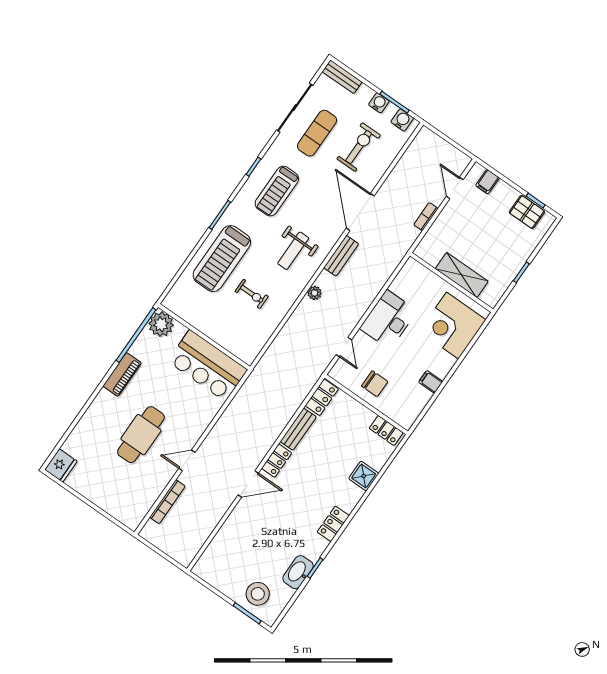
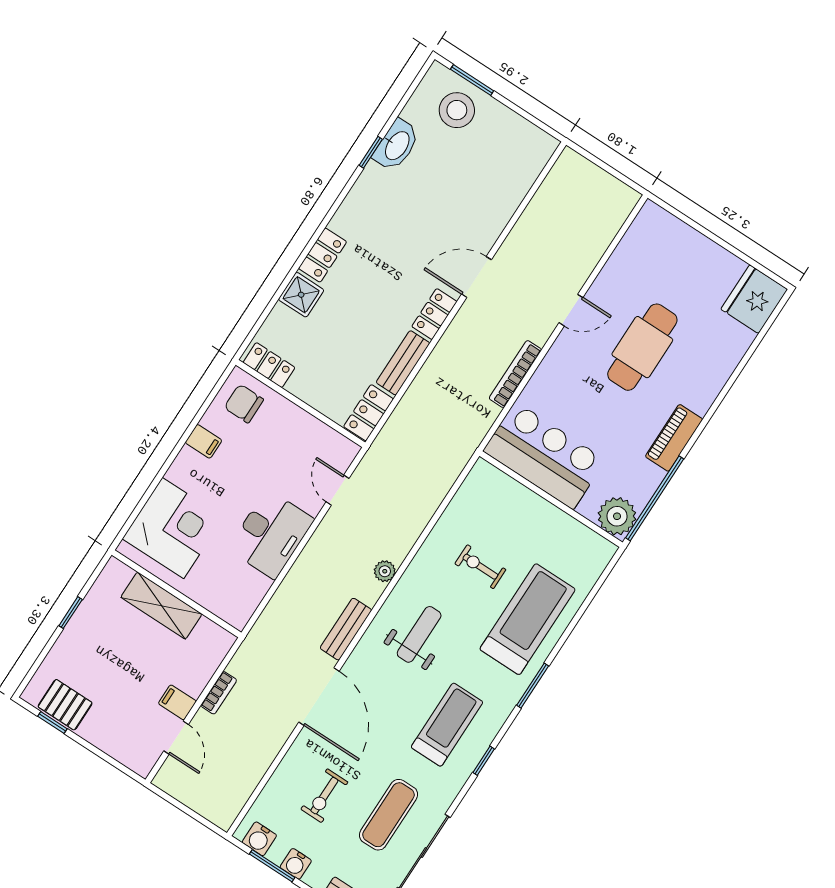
exercise bike: (359, 147) -> (324, 796), width x0.73, depth x0.72
filing cabinet: (487, 182) -> (177, 702), moved, turned -90
chair: (375, 384) -> (244, 404), moved
fridge: (61, 465) -> (754, 299), width x1.36, depth x1.34
bookcase: (167, 502) -> (515, 374), moved
locker: (333, 524) -> (323, 255), moved

